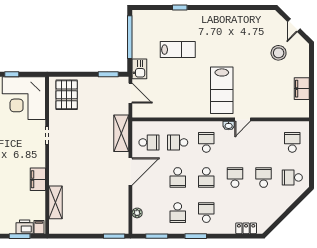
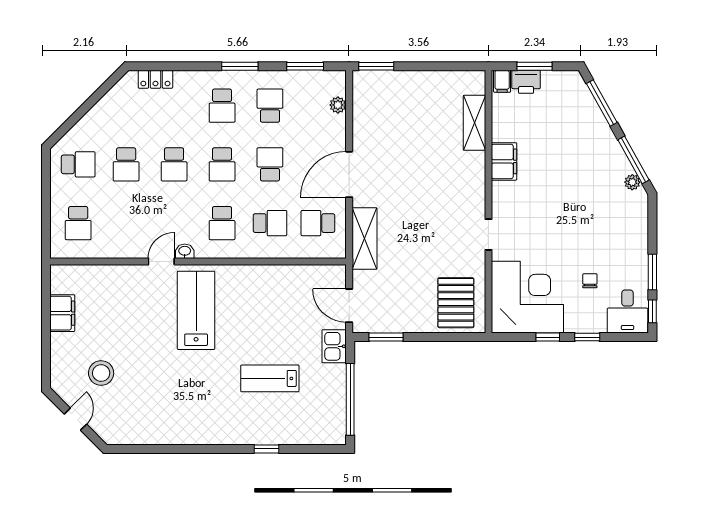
school desk: (206, 177) -> (222, 164), turned 180

